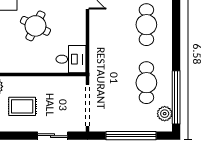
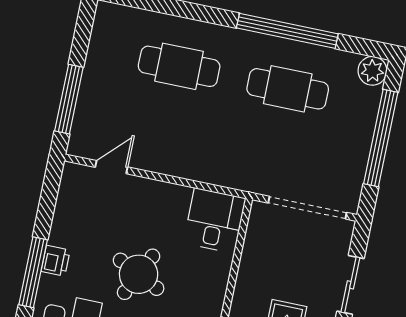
window: (176, 97) -> (287, 31), moved
plant: (165, 114) -> (372, 71), moved

